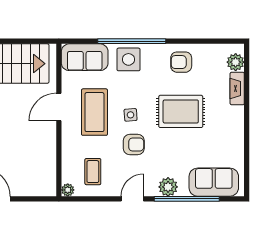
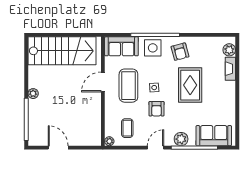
armchair: (181, 62) -> (180, 52), moved, turned -105
rug: (181, 111) -> (190, 85), turned 90
armchair: (134, 144) -> (156, 109), turned 90

